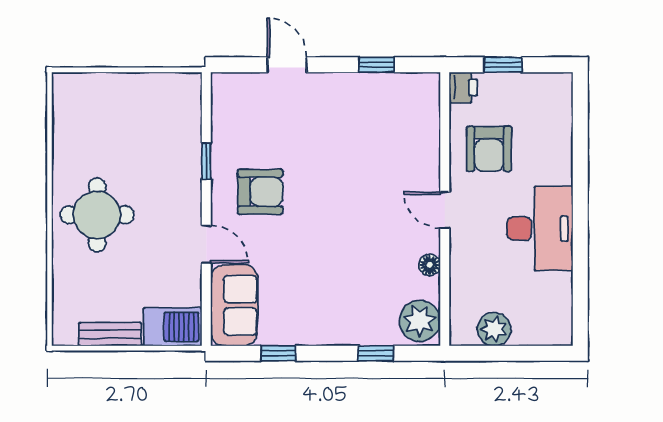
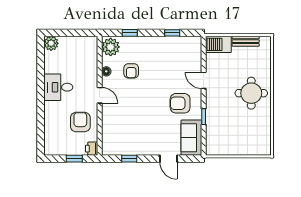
desk: (540, 229) -> (58, 87), width x0.73
armchair: (372, 266) -> (131, 71), added
sofa: (234, 305) -> (191, 138), moved
plant: (494, 329) -> (51, 43), moved

